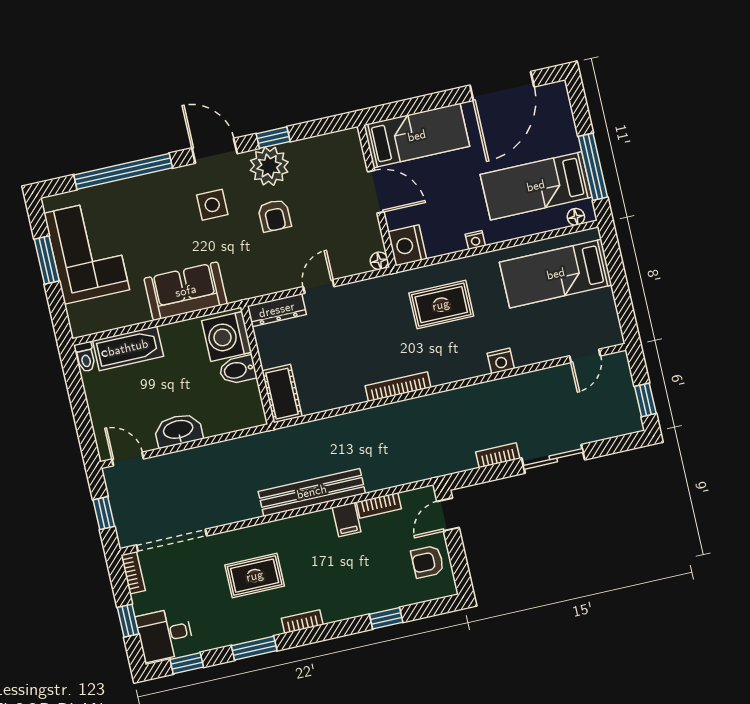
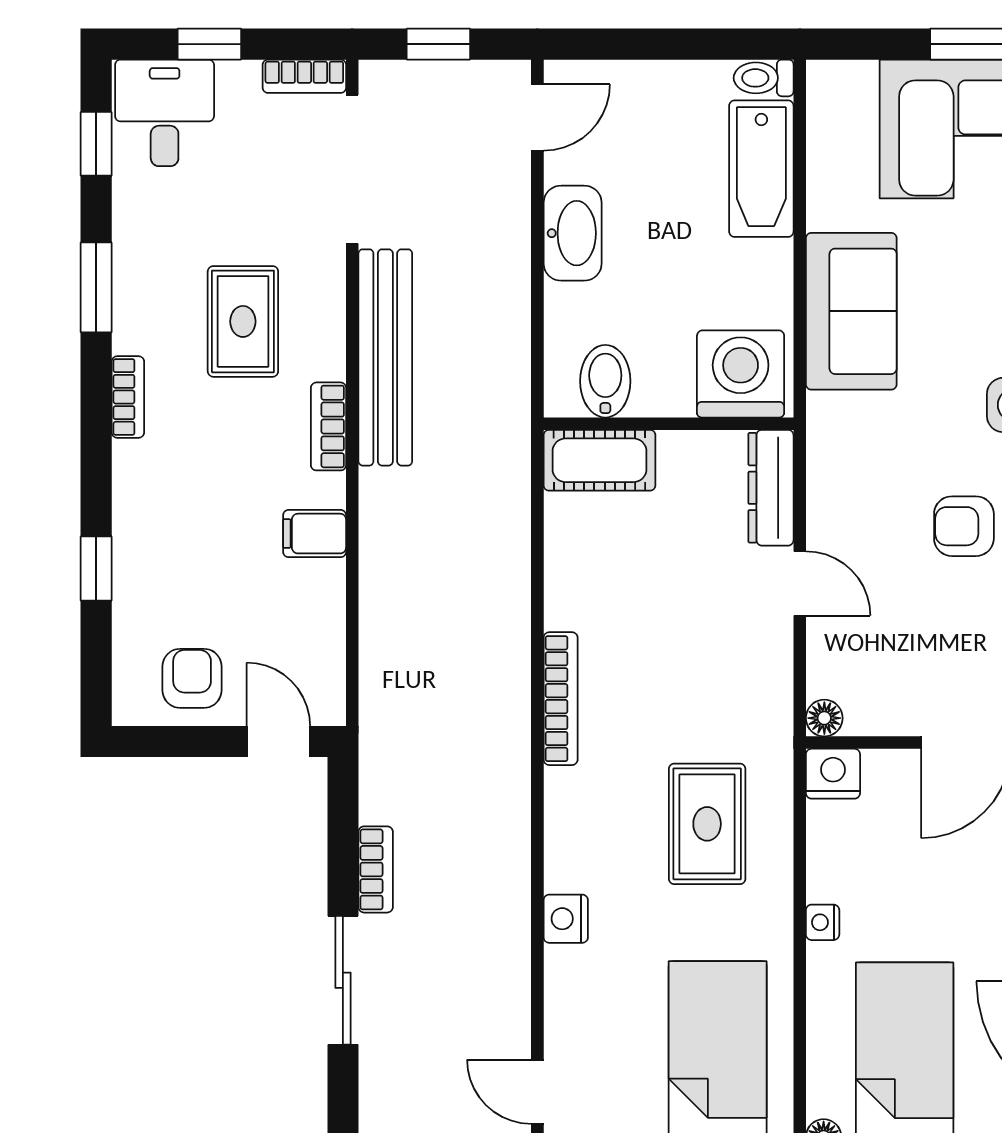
nightstand: (407, 245) -> (833, 774), width x0.74, depth x0.75
bidet: (238, 370) -> (605, 381), moved
bench: (312, 492) -> (385, 357), moved
bookcase: (379, 505) -> (328, 426), moved

